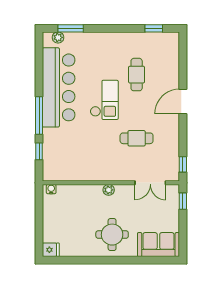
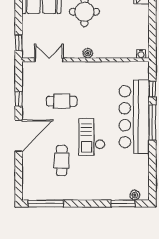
window: (154, 28) -> (46, 204), width x2.17
bar counter: (59, 87) -> (134, 117), moved
door: (183, 101) -> (19, 135), width x1.36
window: (183, 164) -> (19, 99), moved

